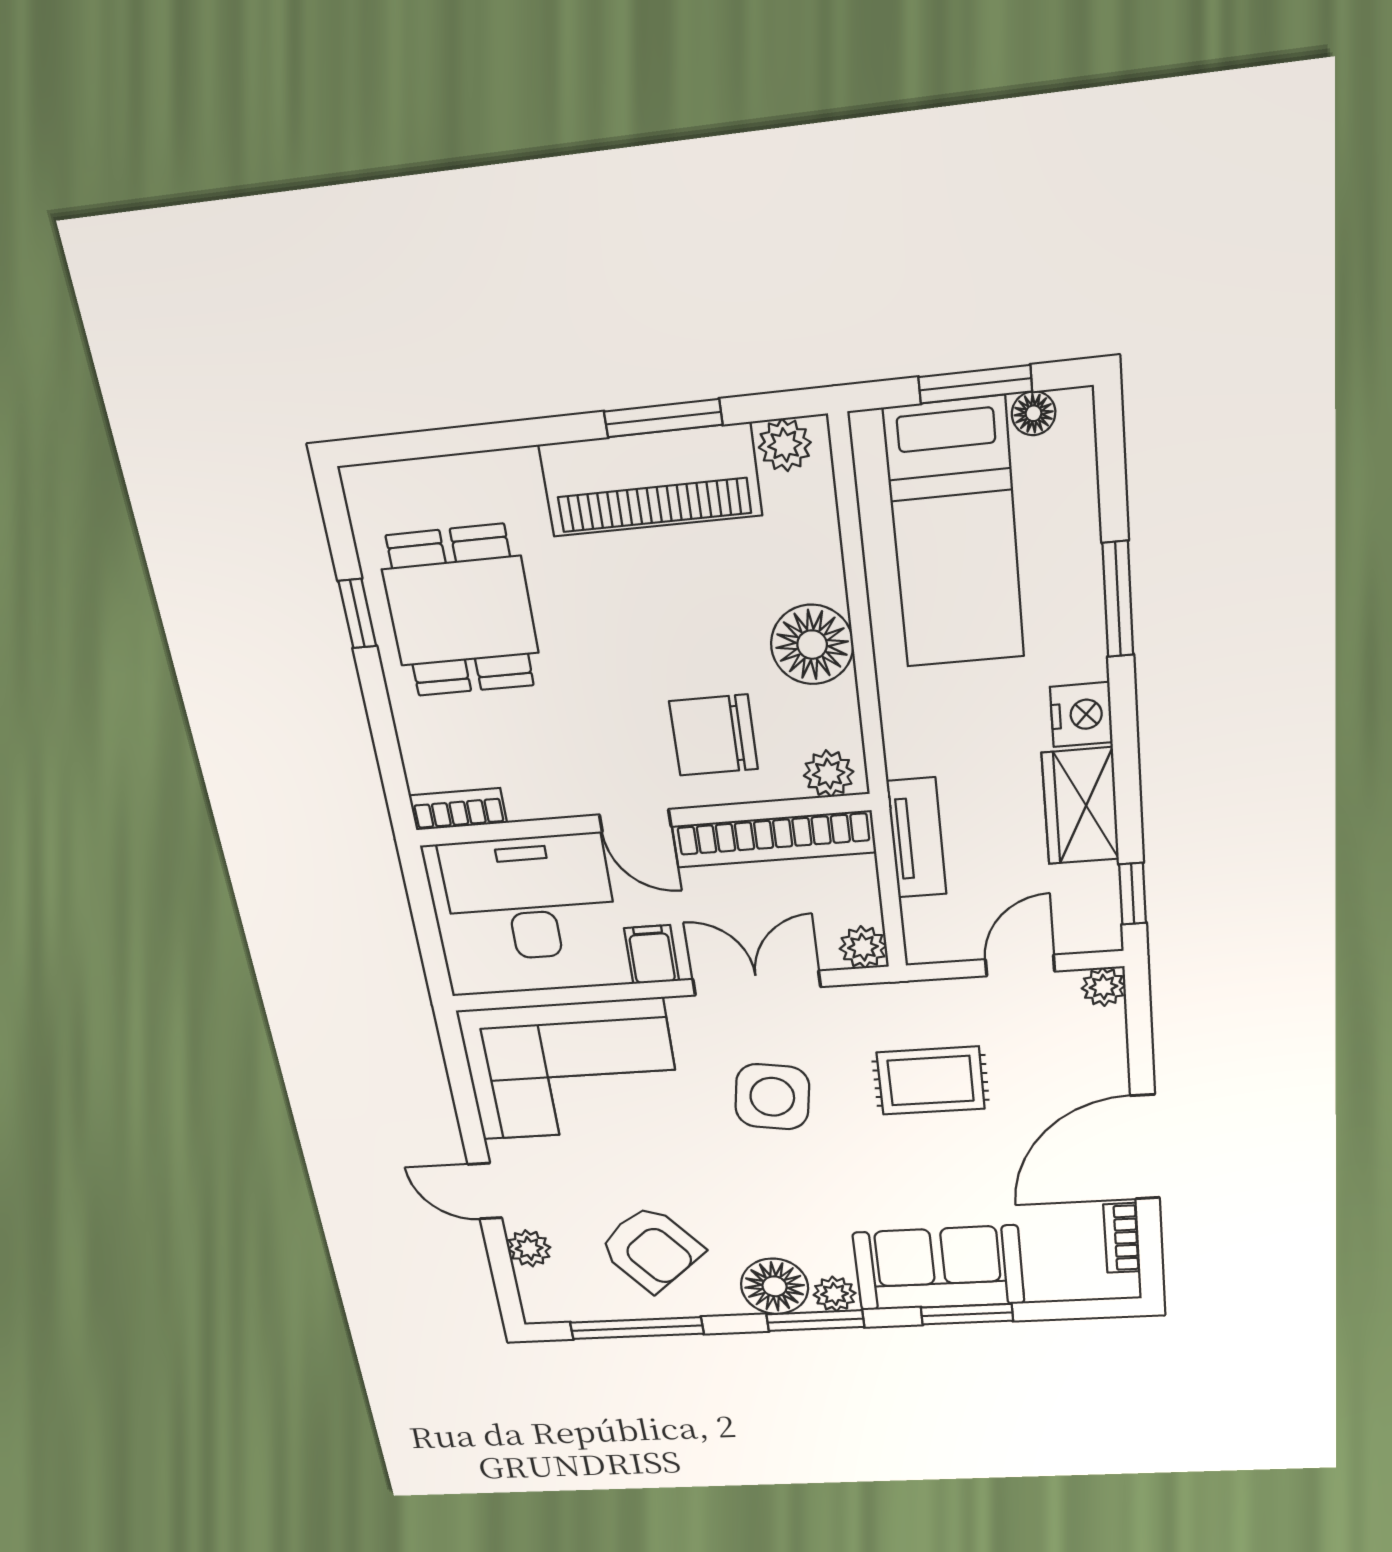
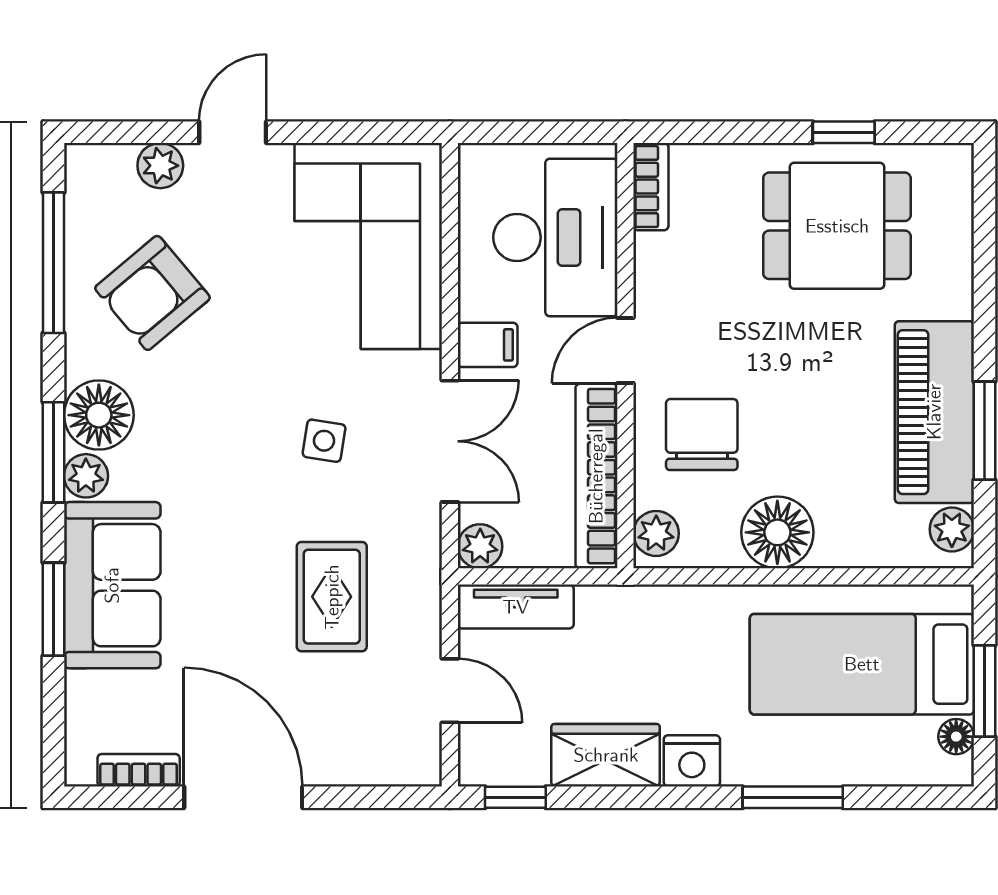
tv unit: (917, 838) -> (516, 607), moved
plant: (1103, 987) -> (422, 766), removed
side table: (772, 1097) -> (324, 441), width x0.54, depth x0.54

